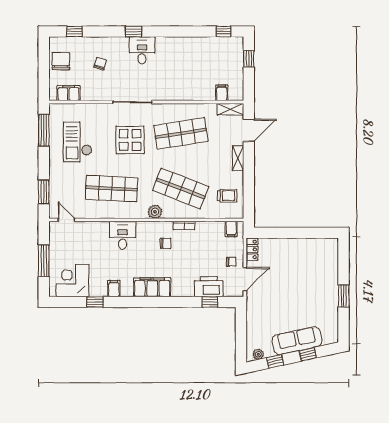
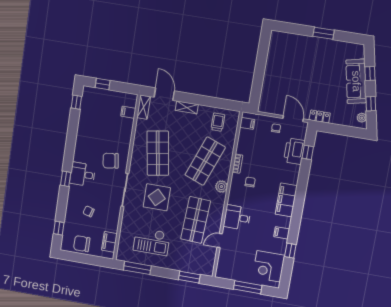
chair: (163, 81) -> (111, 161), added
door: (66, 220) -> (220, 240), moved
locker: (252, 249) -> (320, 116), moved

